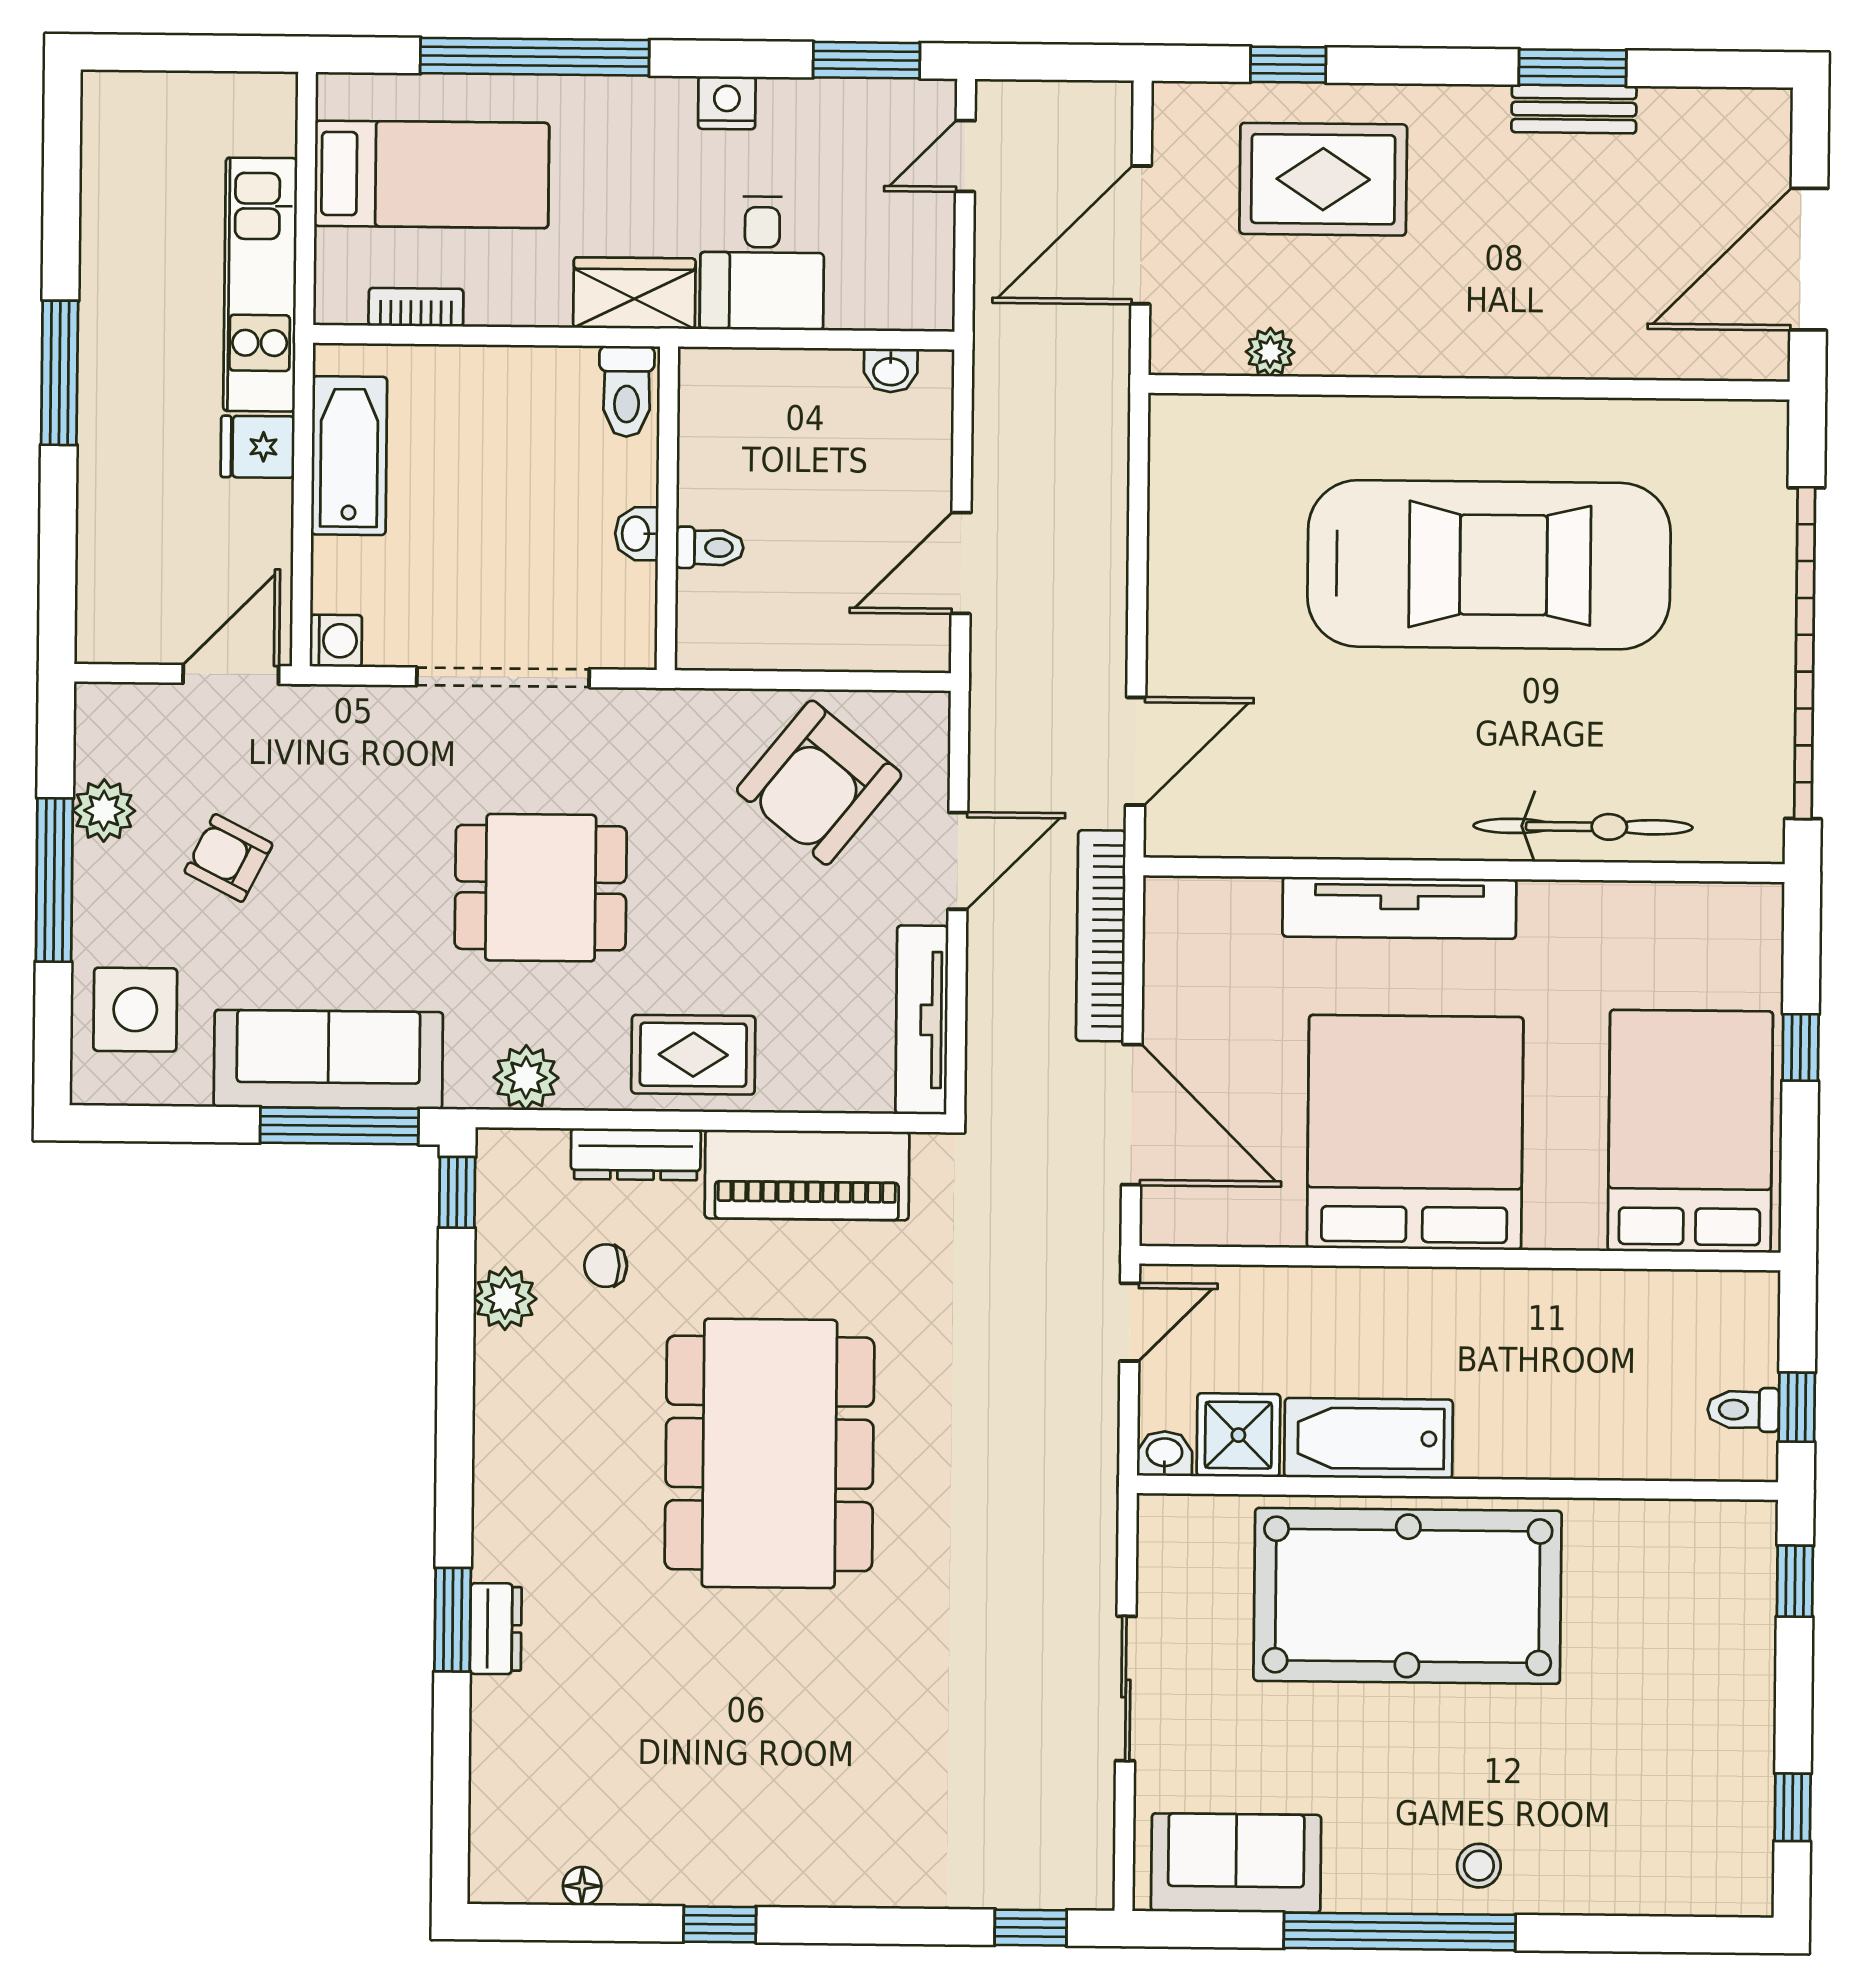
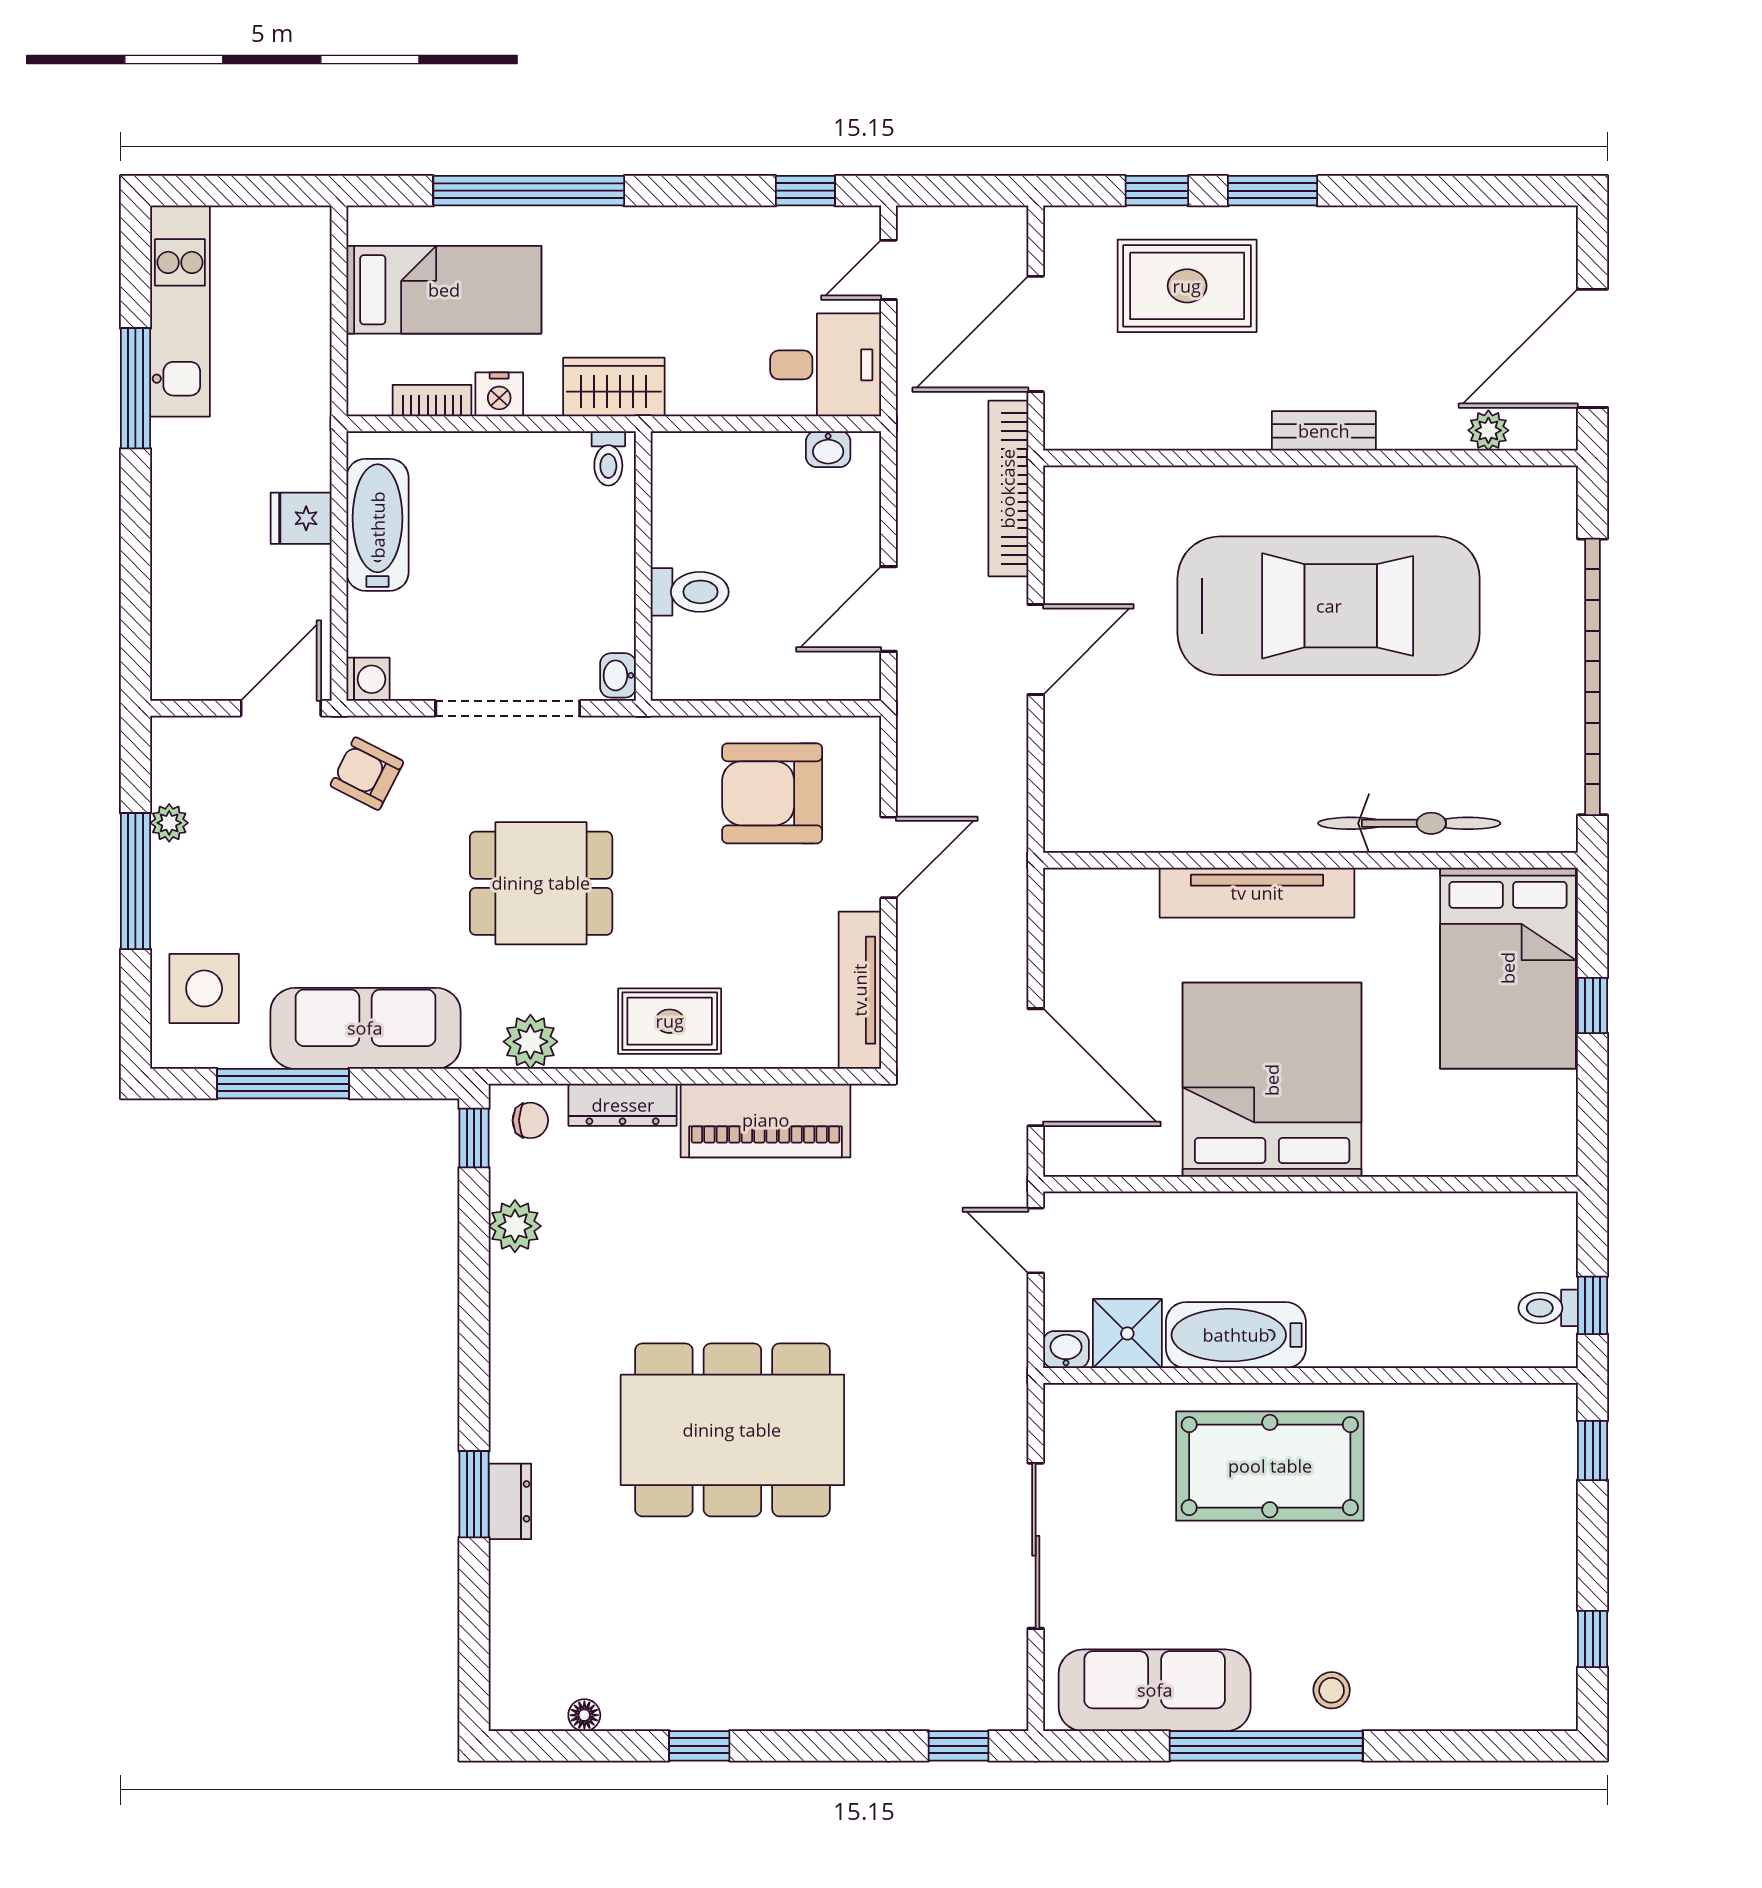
window: (866, 60) -> (805, 191), width x0.67
window: (1573, 68) -> (1273, 191), moved
nightstand: (727, 103) -> (499, 394), moved, turned 180
bench: (1574, 109) -> (1324, 431), moved
desk: (762, 263) -> (826, 365), moved, turned -90
kitchen unit: (260, 285) -> (180, 311), moved, turned 180
plant: (1270, 352) -> (1488, 430), moved
window: (60, 373) -> (135, 388), moved
toilet: (627, 391) -> (608, 458), width x0.73, depth x0.72
washbasin: (637, 534) -> (618, 675), moved
toilet: (710, 548) -> (690, 592), width x1.37, depth x1.39
door: (1136, 751) -> (1036, 649), moved
armchair: (819, 783) -> (772, 793), turned 51
plant: (104, 811) -> (169, 823), width x0.73, depth x0.73
armchair: (228, 858) -> (367, 774), moved
bookcase: (1101, 936) -> (1008, 489), moved
window: (339, 1126) -> (283, 1084), moved
bed: (1690, 1131) -> (1508, 968), moved, turned 180
chair: (606, 1266) -> (530, 1120), moved, turned 180
door: (1130, 1322) -> (1036, 1240), swing flipped
dining table: (769, 1453) -> (732, 1430), moved, turned 90
pool table: (1408, 1596) -> (1270, 1466), width x0.73, depth x0.76
sliding door: (1126, 1689) -> (1036, 1546), width x1.37
sofa: (1236, 1863) -> (1155, 1690), width x1.36

